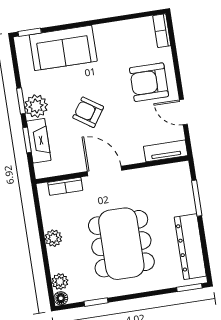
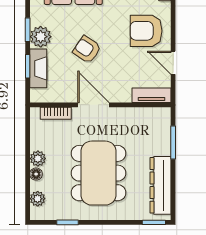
floor lamp: (61, 298) -> (36, 174), moved

